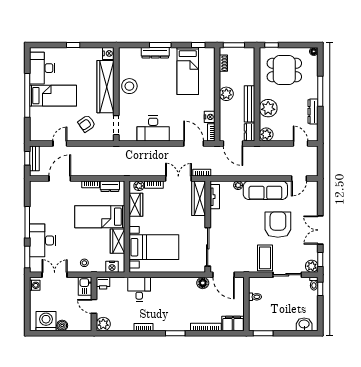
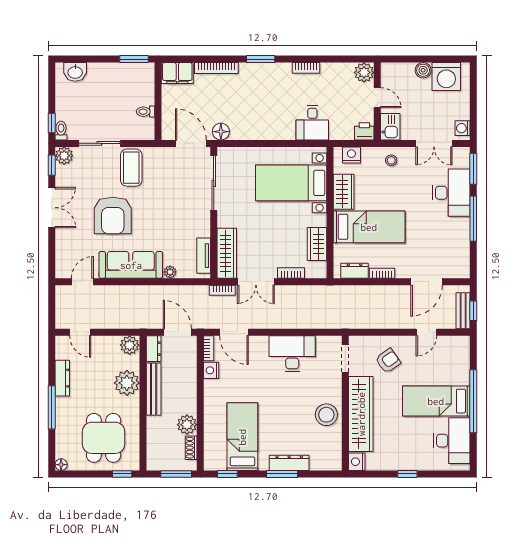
dining table: (284, 70) -> (104, 438), turned 90
plant: (226, 94) -> (187, 425), moved
plant: (139, 186) -> (313, 271), removed

